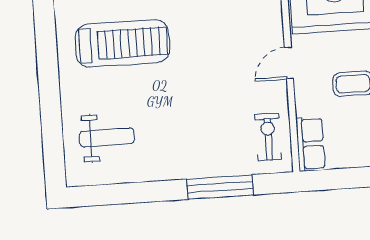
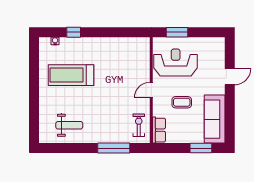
treadmill: (122, 43) -> (71, 75), turned 180
weight bench: (107, 137) -> (69, 125), moved

